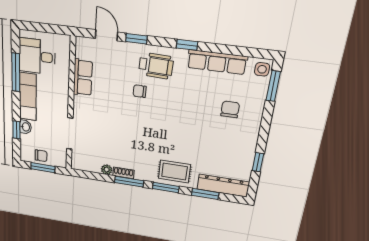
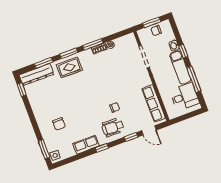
row of seats: (217, 62) -> (86, 145), width x0.68
row of seats: (83, 78) -> (154, 103), width x1.48
window: (16, 130) -> (183, 51), moved
window: (258, 162) -> (22, 89), moved

